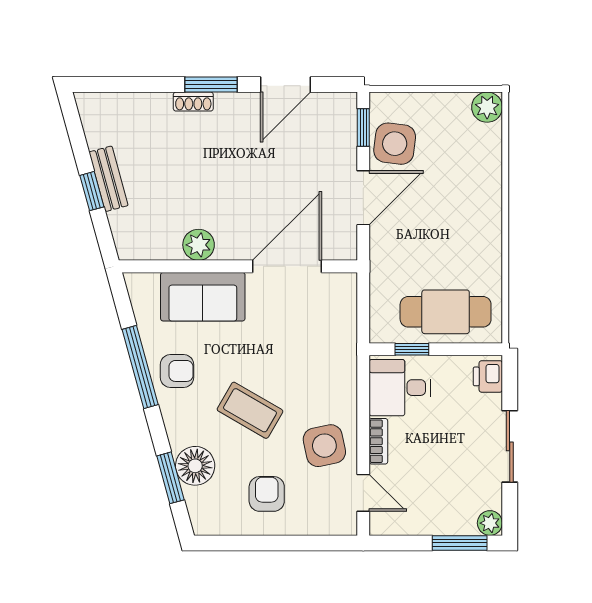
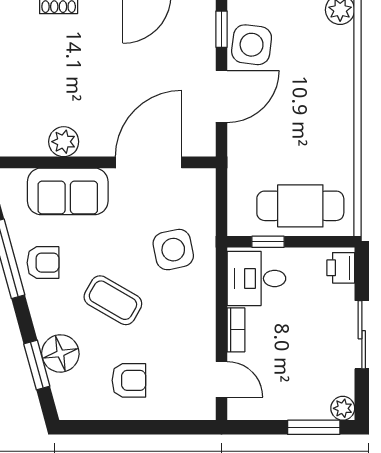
side table: (324, 446) -> (173, 250), moved
armchair: (267, 494) -> (129, 380), turned 90

